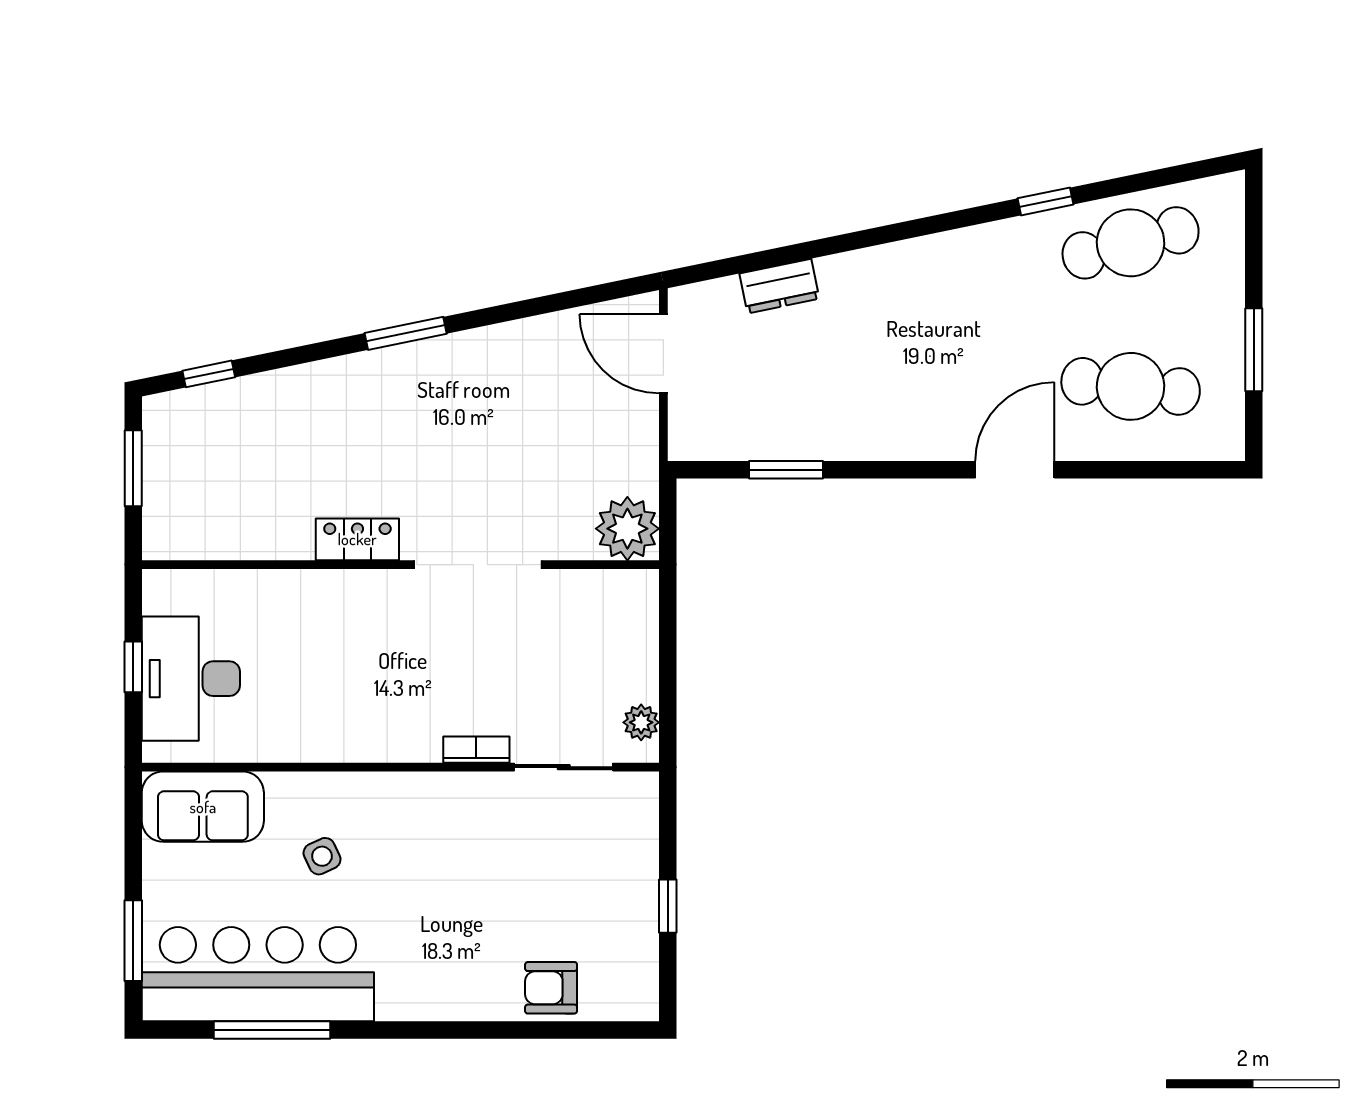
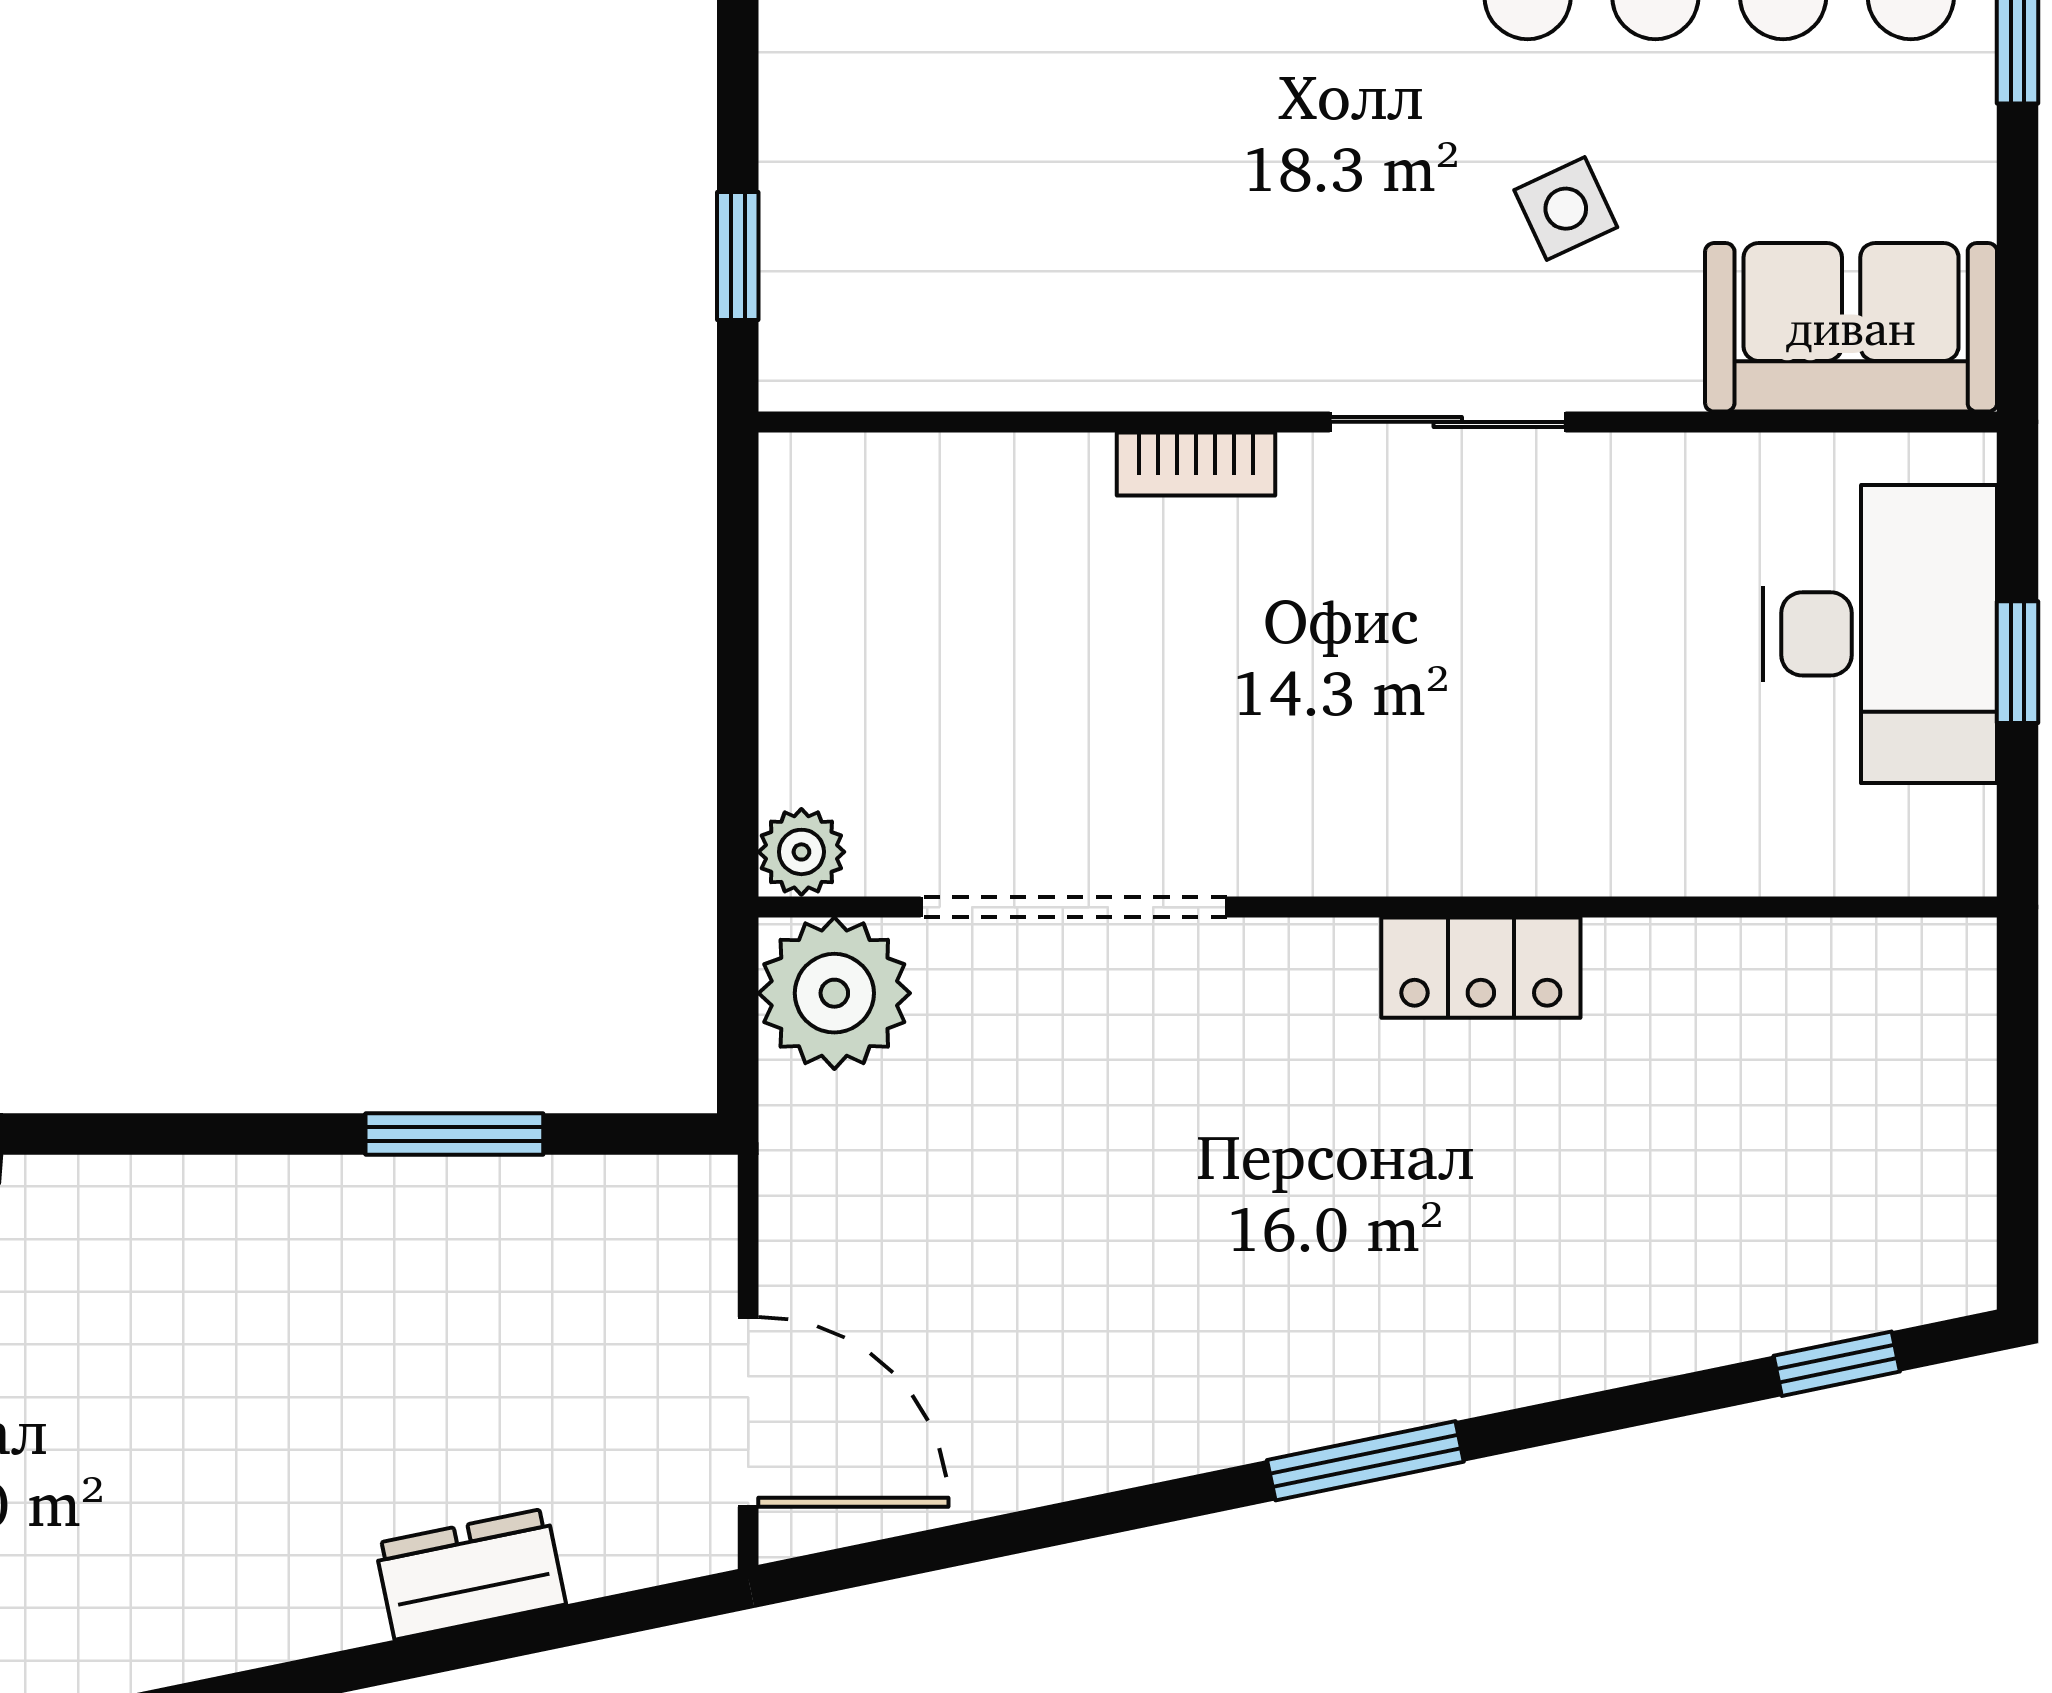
window: (133, 468) -> (2018, 1138), removed
doorway: (478, 565) -> (1074, 907), moved
plant: (641, 722) -> (801, 852), moved
sliding door: (564, 767) -> (1448, 422), moved
window: (668, 906) -> (738, 256), moved

